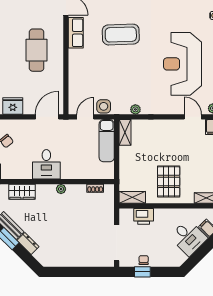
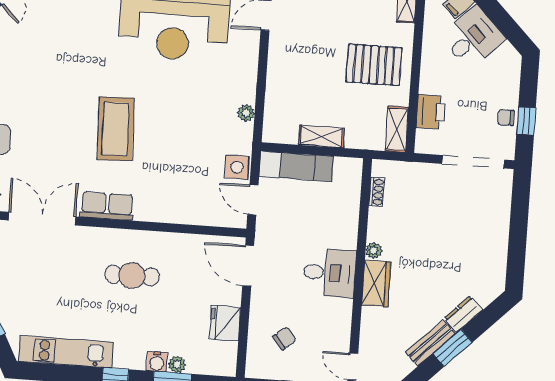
cafe table: (37, 50) -> (132, 276), width x0.73, depth x0.74
shelving: (125, 132) -> (321, 136), moved
wardrobe: (22, 192) -> (376, 283), moved

